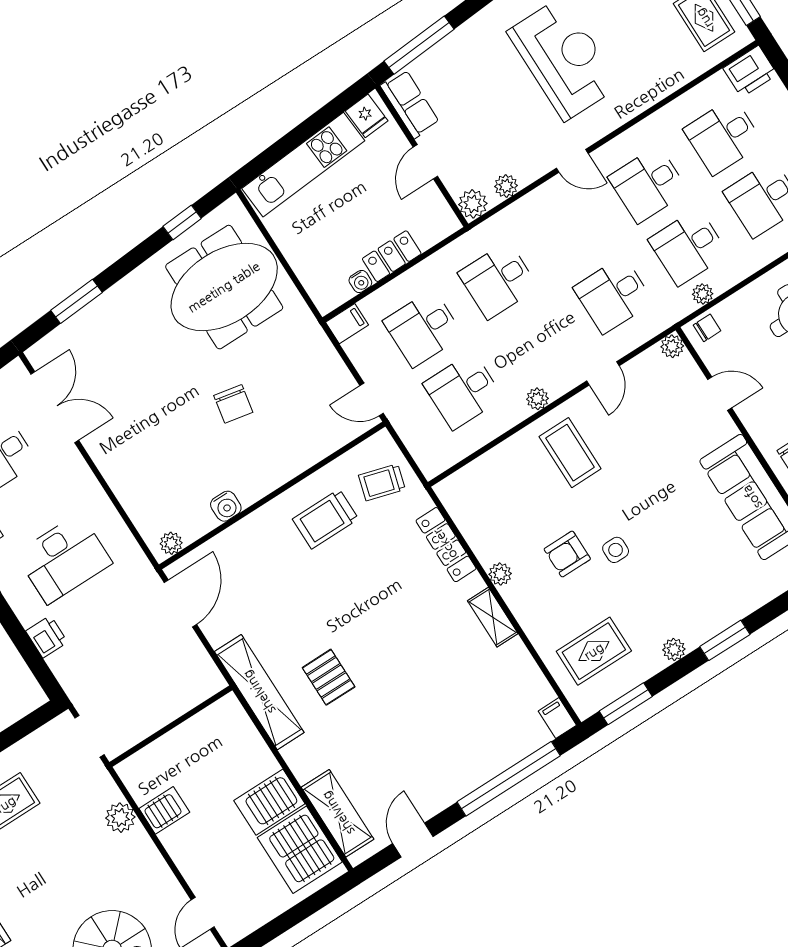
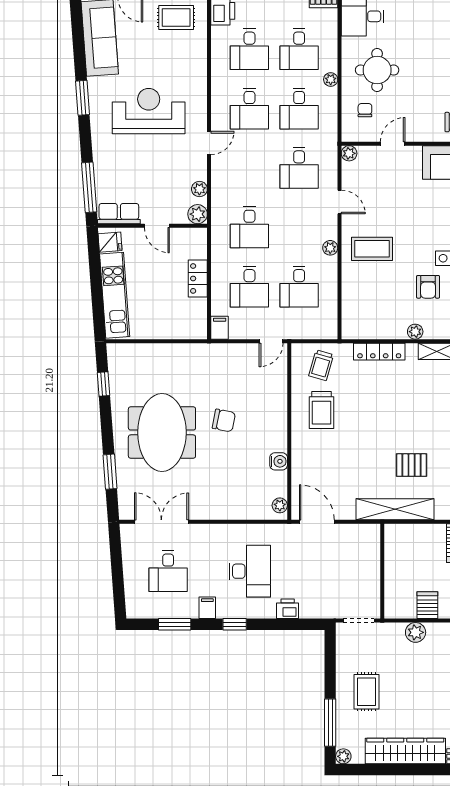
water cooler: (360, 281) -> (201, 305), removed
meeting table: (224, 287) -> (162, 432), moved
plant: (703, 294) -> (331, 79), moved
chair: (707, 328) -> (365, 110), moved

